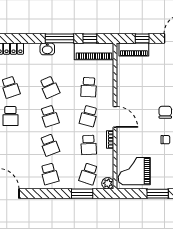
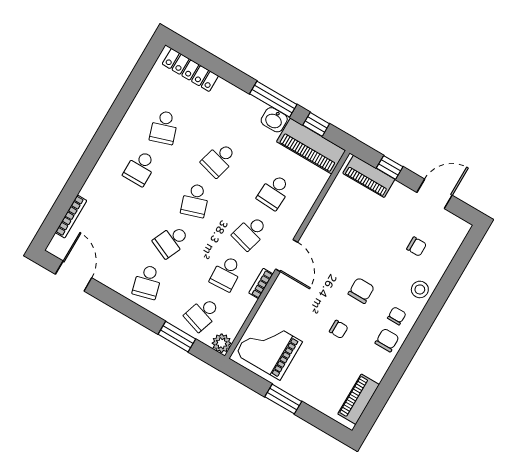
washbasin: (47, 49) -> (274, 120), moved
school desk: (50, 87) -> (219, 160), turned 39
school desk: (50, 145) -> (171, 241), turned 45

